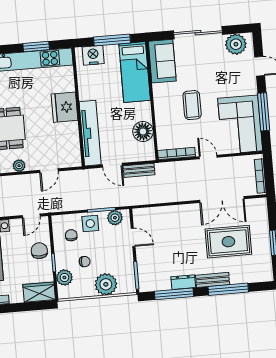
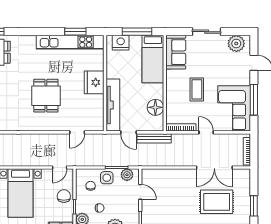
sliding door: (198, 33) -> (207, 32), width x0.73
plant: (19, 166) -> (53, 126), removed
bench: (139, 170) -> (154, 138), width x1.36

